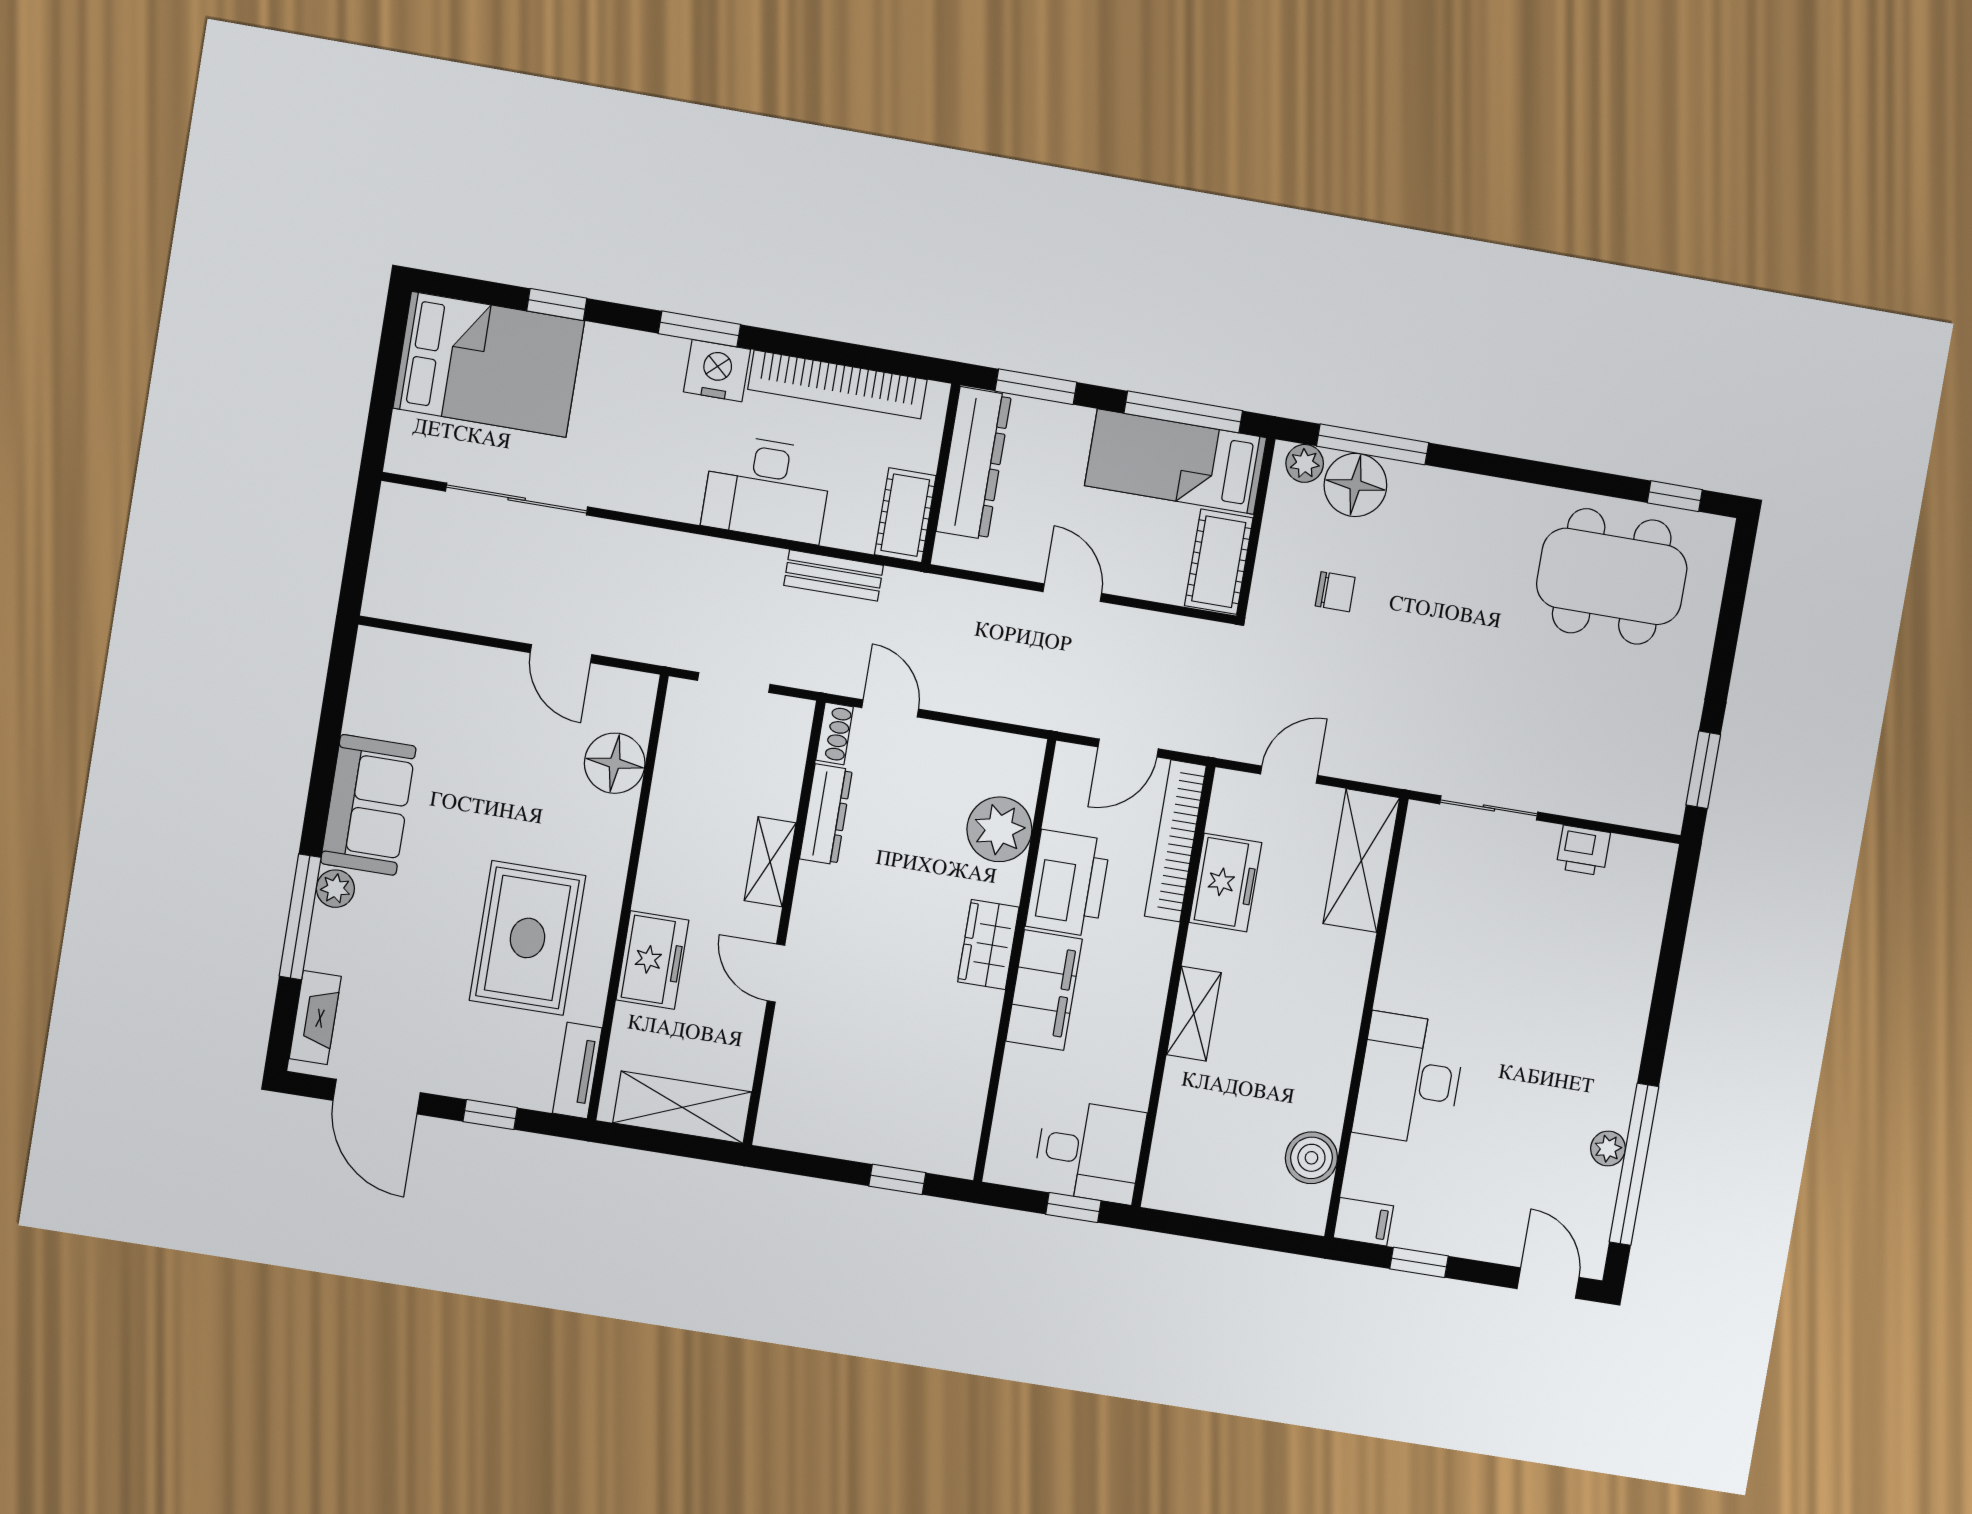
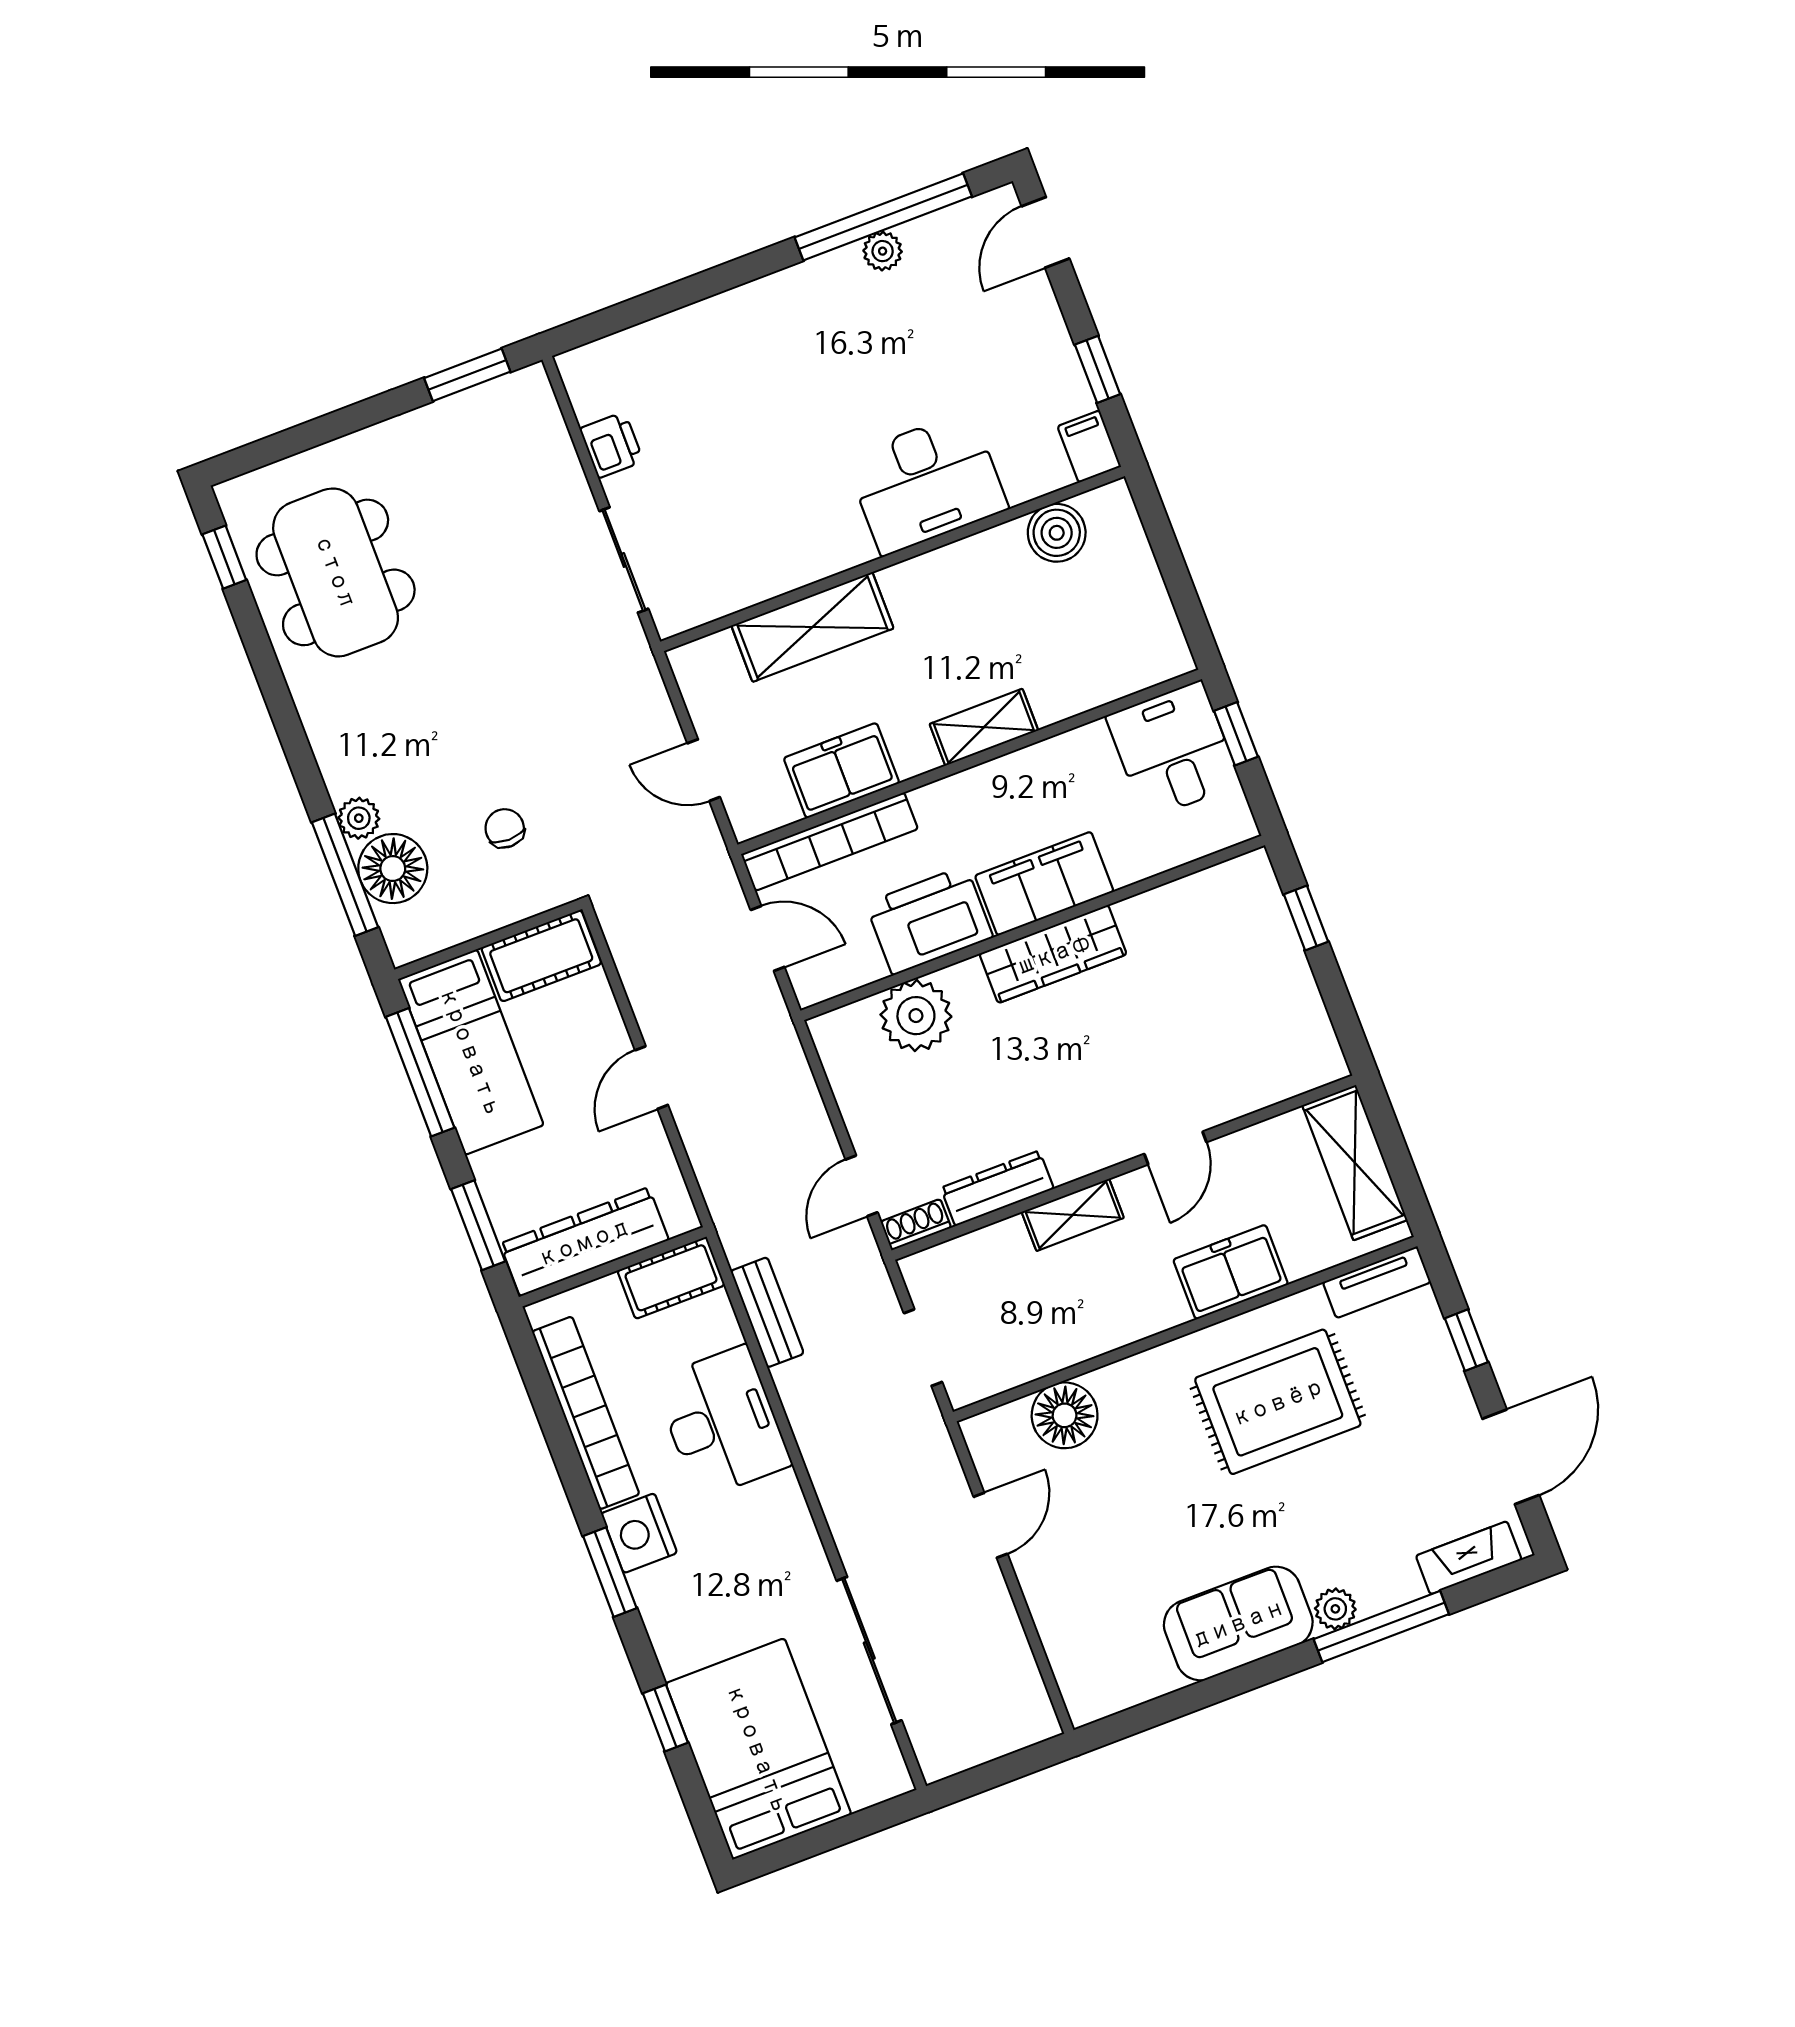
plant: (1305, 463) -> (359, 818), moved
shelving: (1361, 861) -> (812, 627), moved
wardrobe: (988, 944) -> (1053, 954), width x1.50

